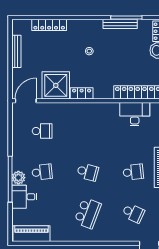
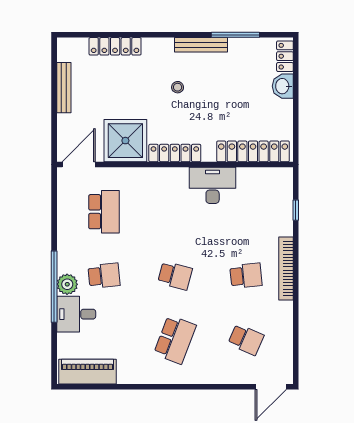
bench: (120, 24) -> (201, 45), moved
locker: (82, 93) -> (175, 153), width x1.53
desk: (135, 114) -> (213, 185), moved
school desk: (42, 131) -> (104, 212), width x1.85

